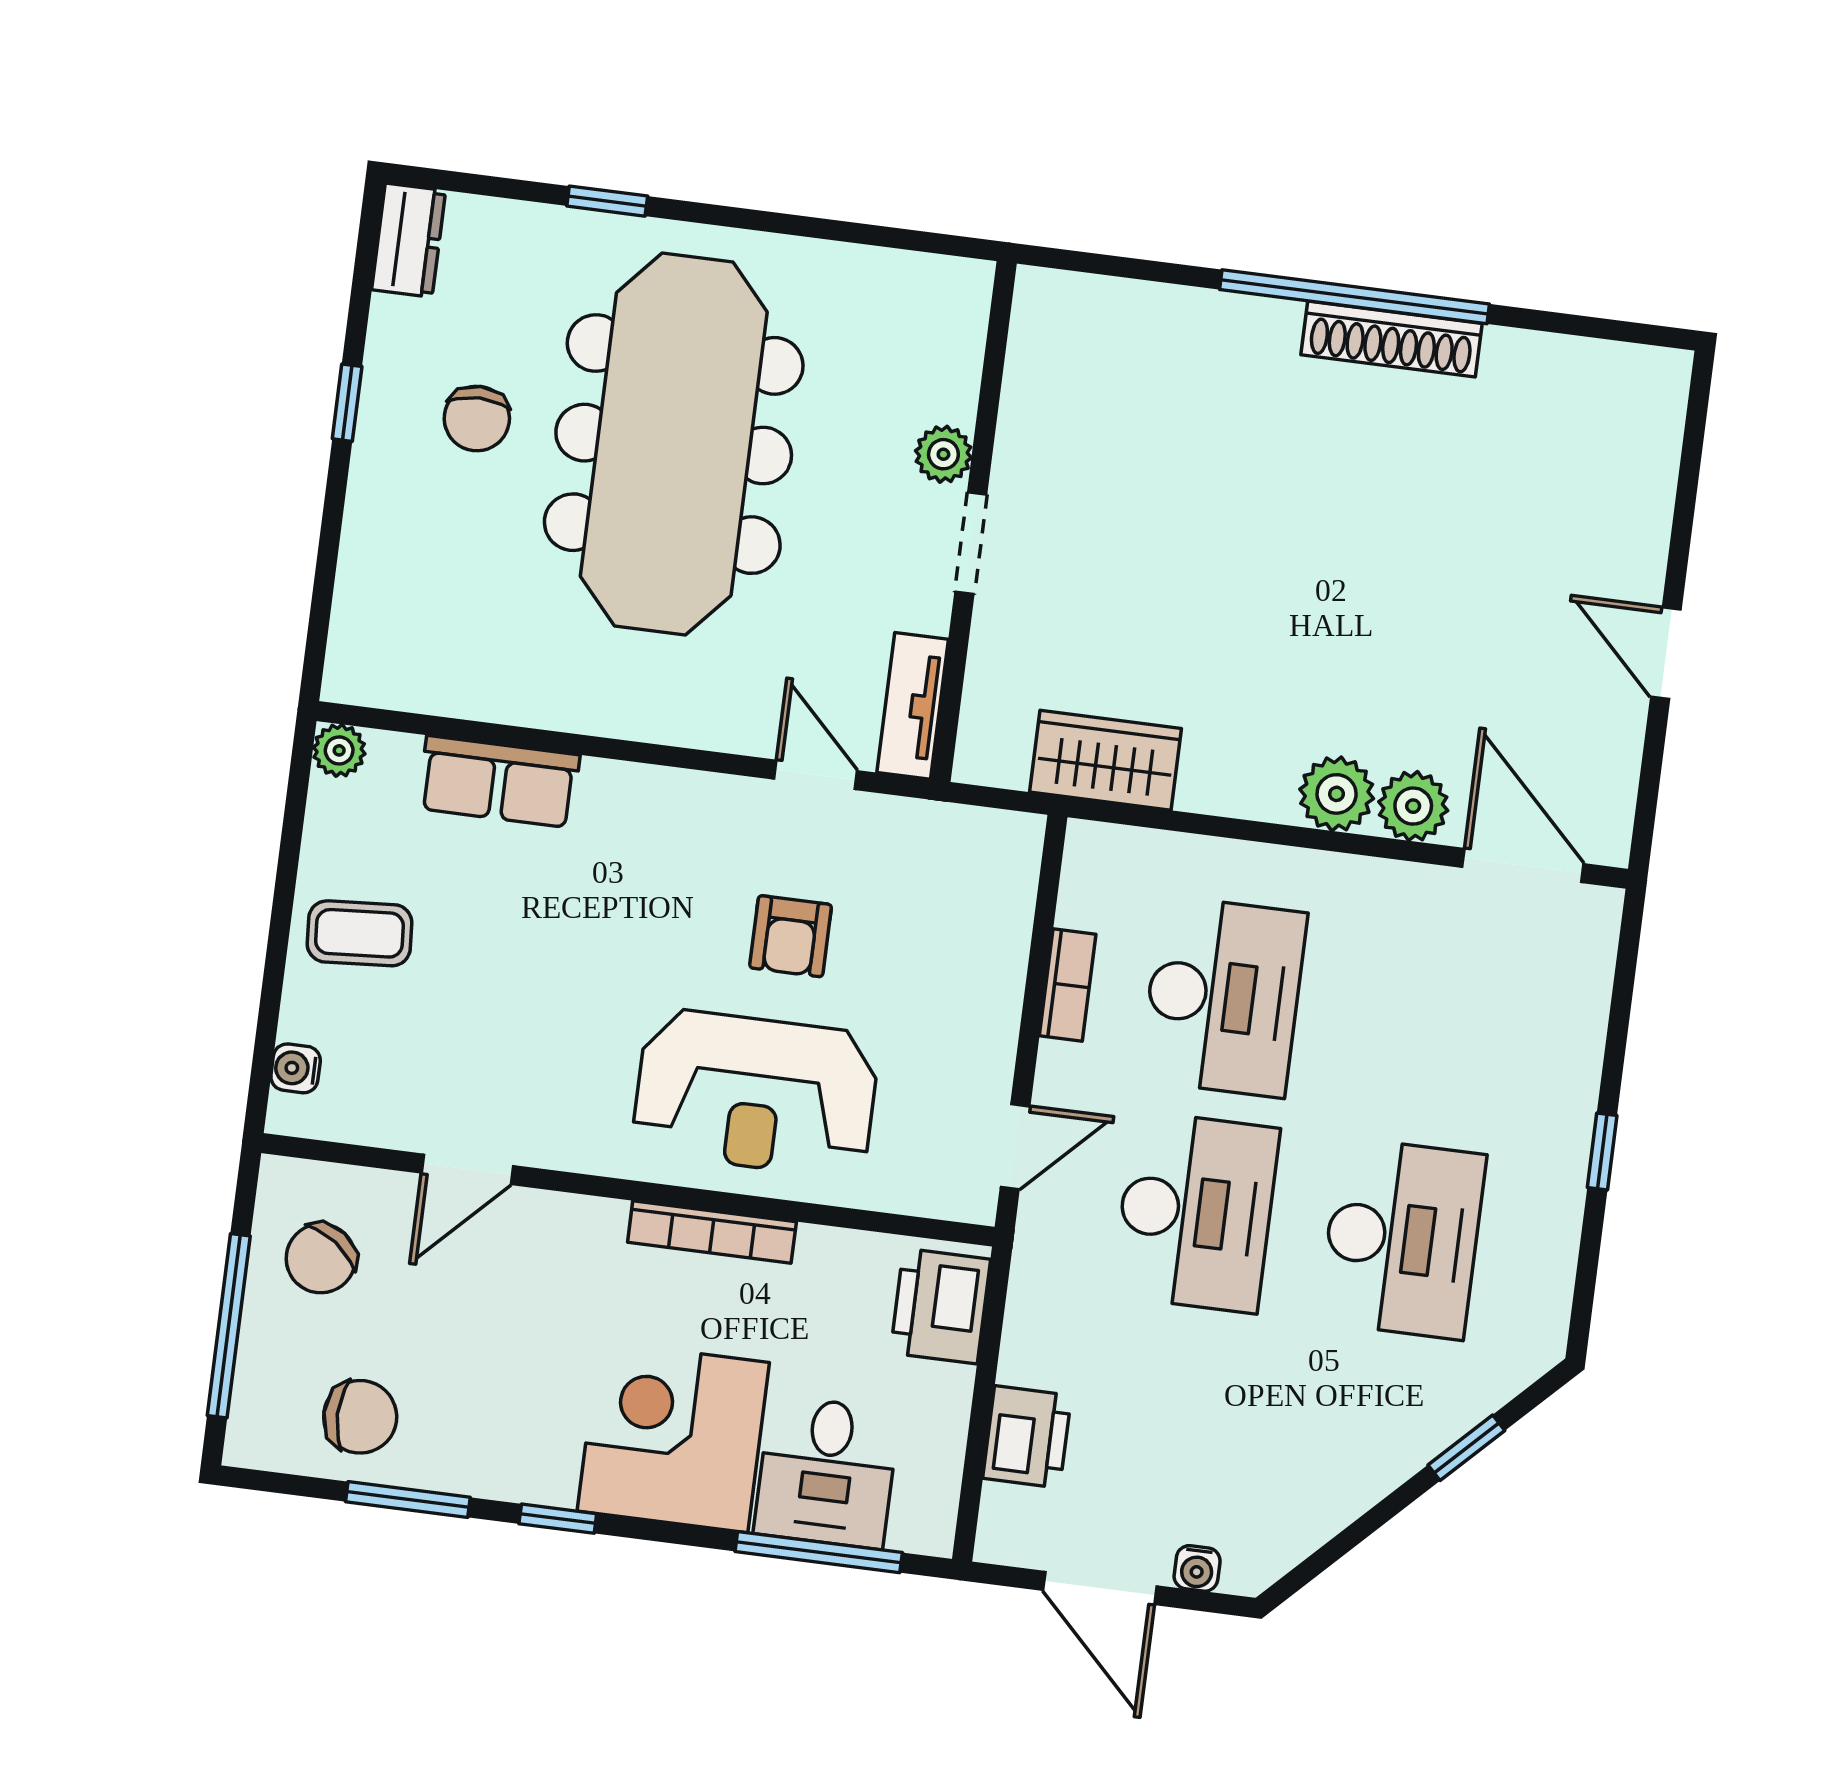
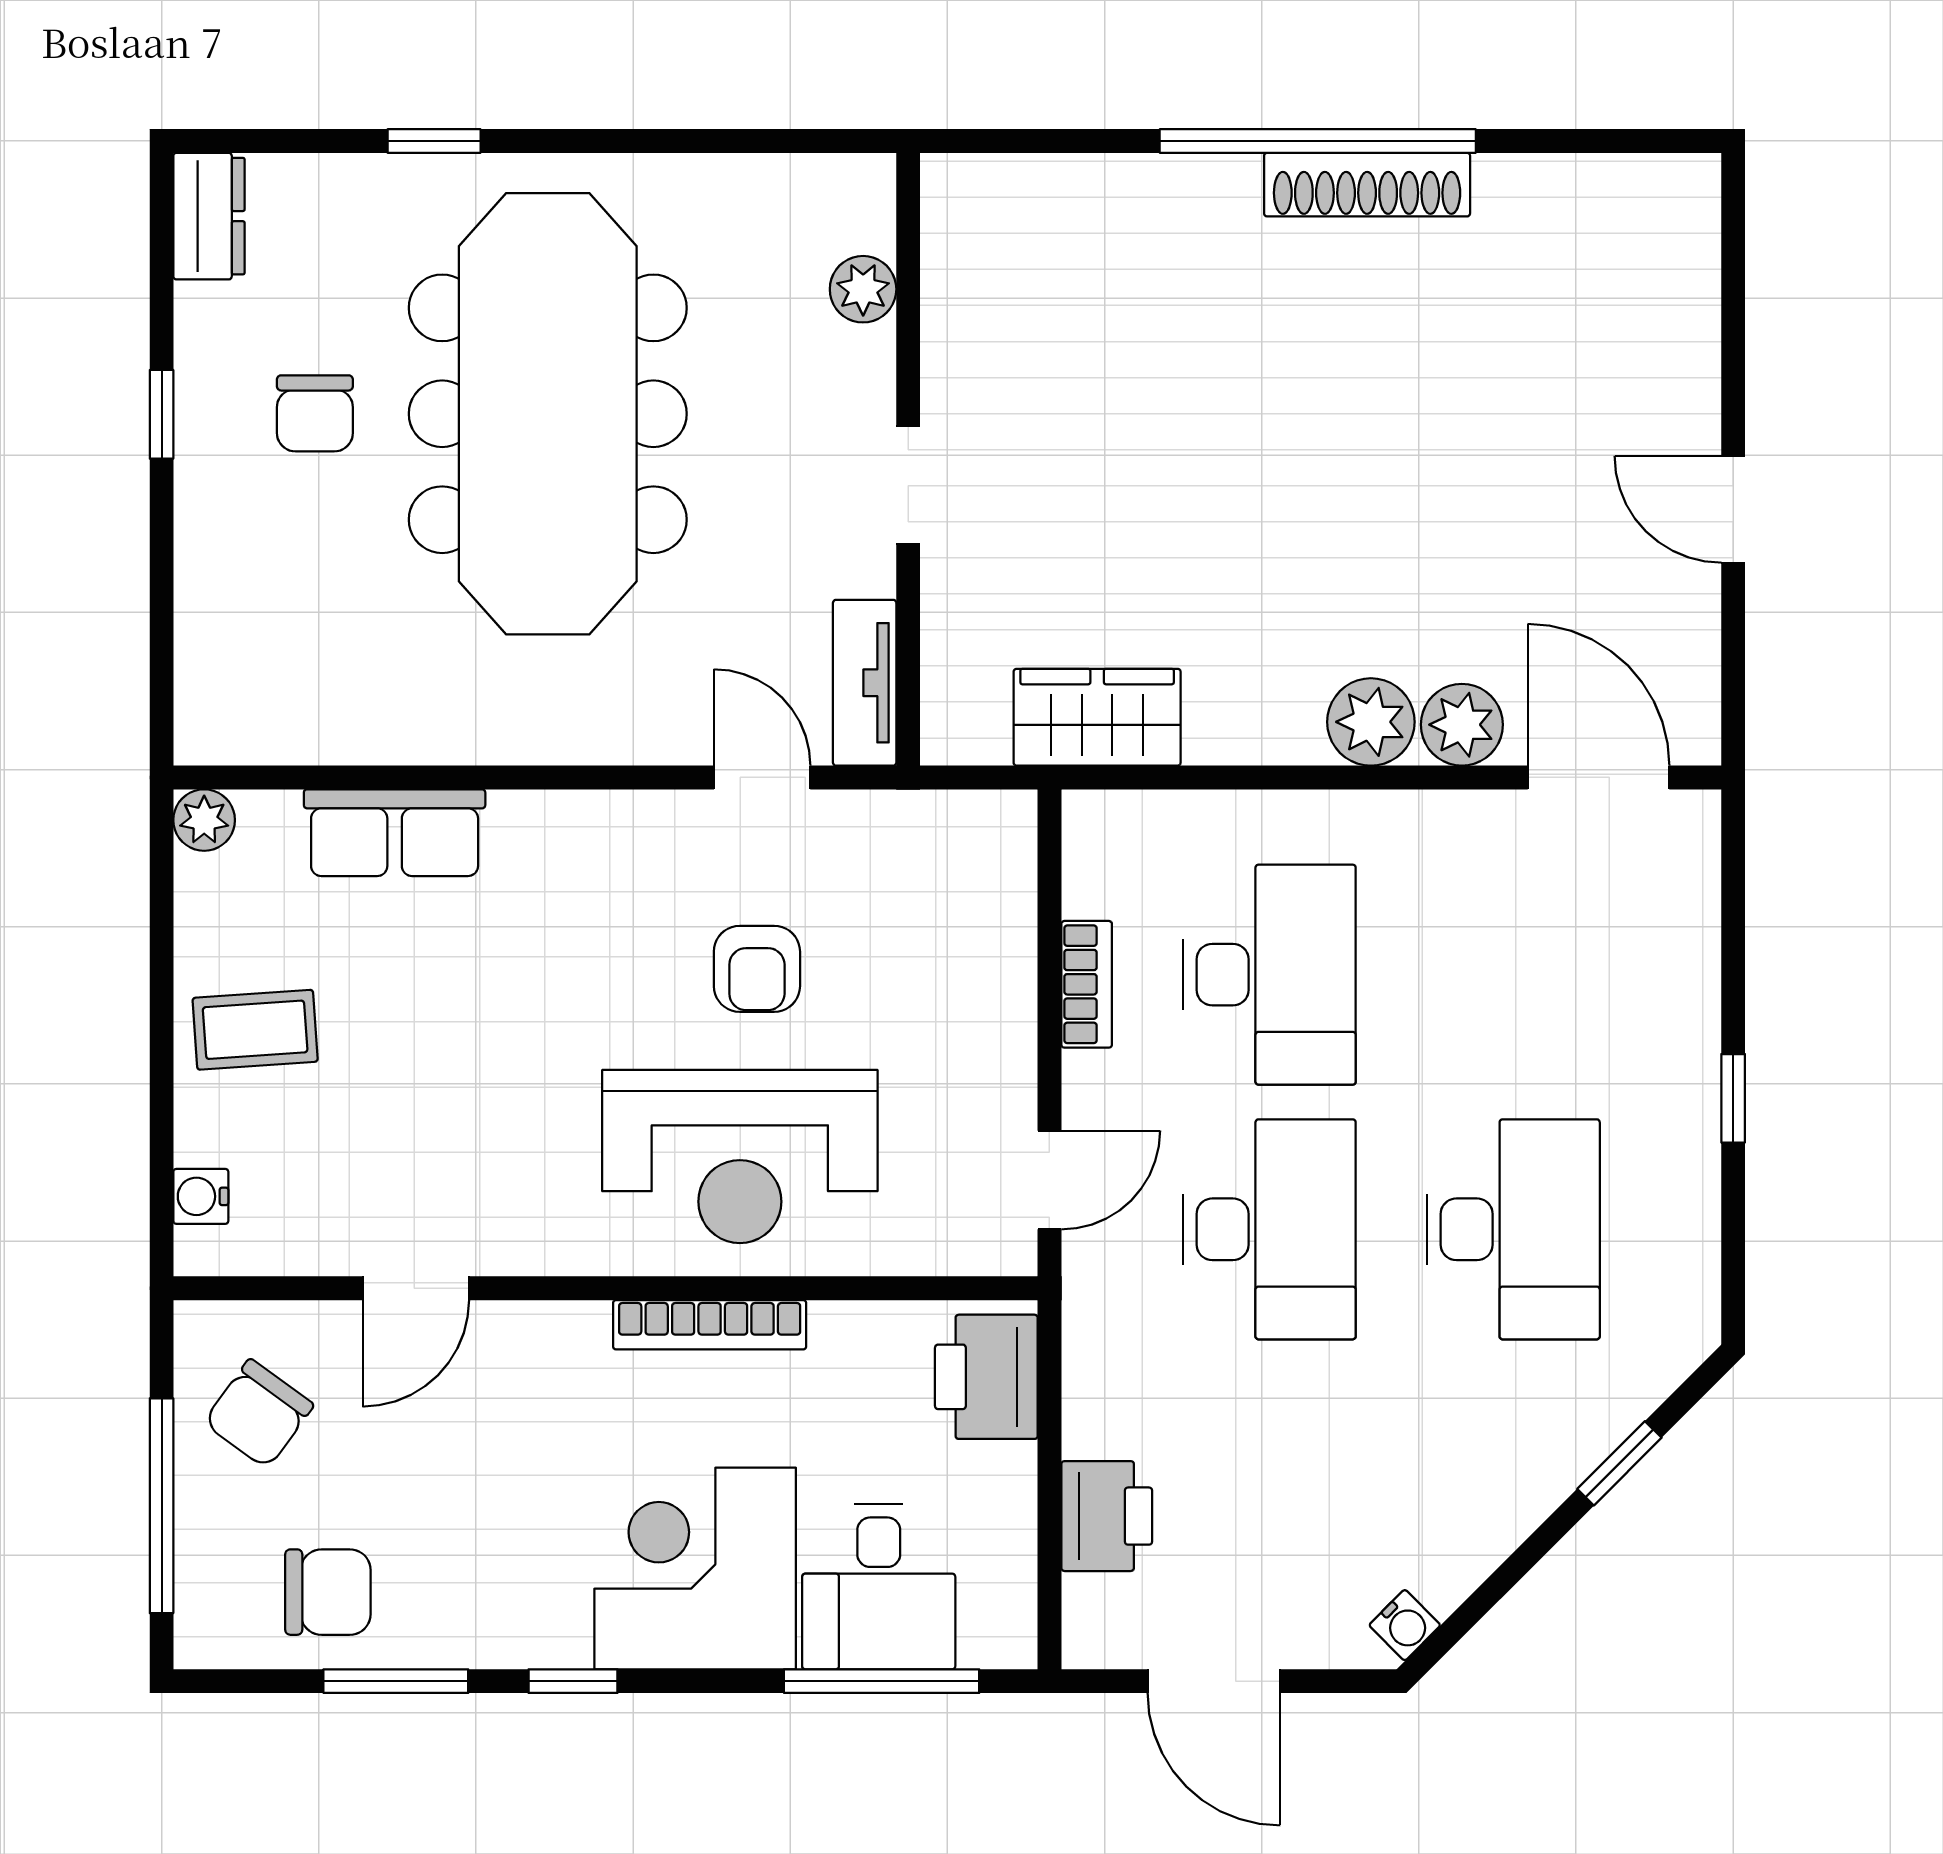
plant: (943, 454) -> (863, 289), moved
water cooler: (1197, 1568) -> (1405, 1625), moved, turned -45

